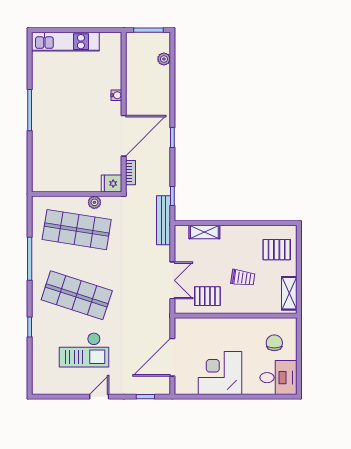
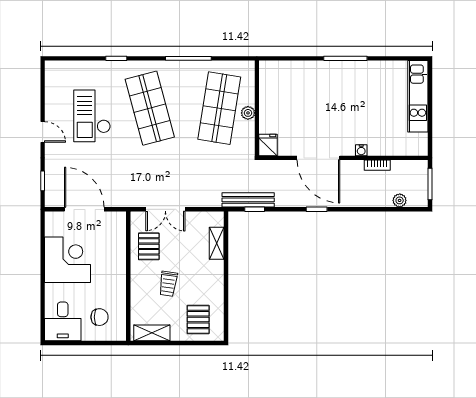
bookcase: (131, 173) -> (377, 165), moved
plant: (94, 202) -> (248, 113), moved
bench: (163, 220) -> (248, 200), moved
shop shelf: (77, 295) -> (150, 108), turned -33

